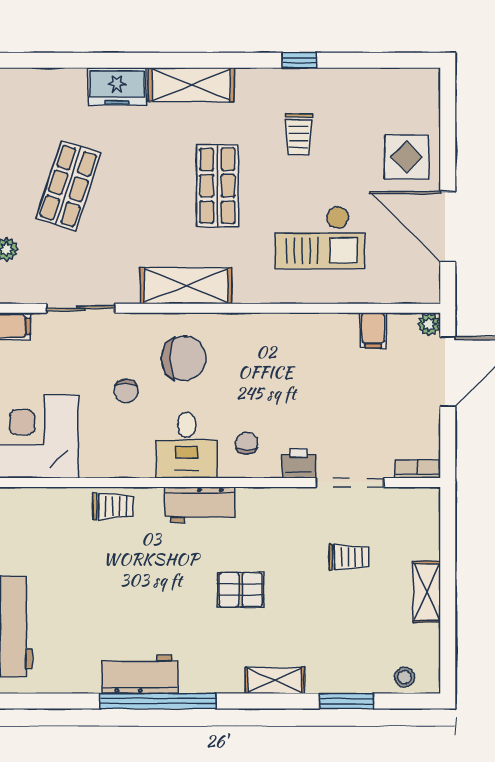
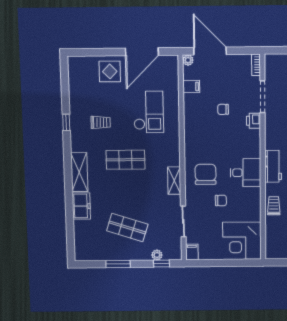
shelving: (186, 286) -> (174, 181), width x0.67, depth x0.75
chair: (247, 443) -> (223, 109), moved

